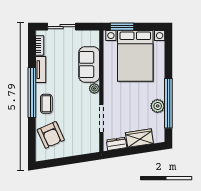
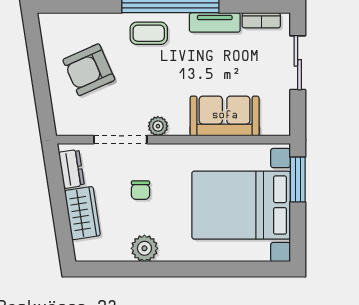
plant: (94, 88) -> (158, 126), moved
window: (168, 103) -> (150, 269), removed
chair: (128, 108) -> (140, 190), added
armchair: (51, 135) -> (89, 70), moved

